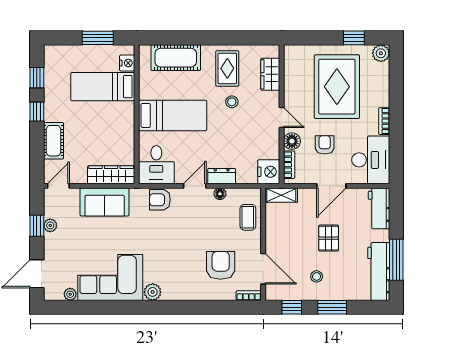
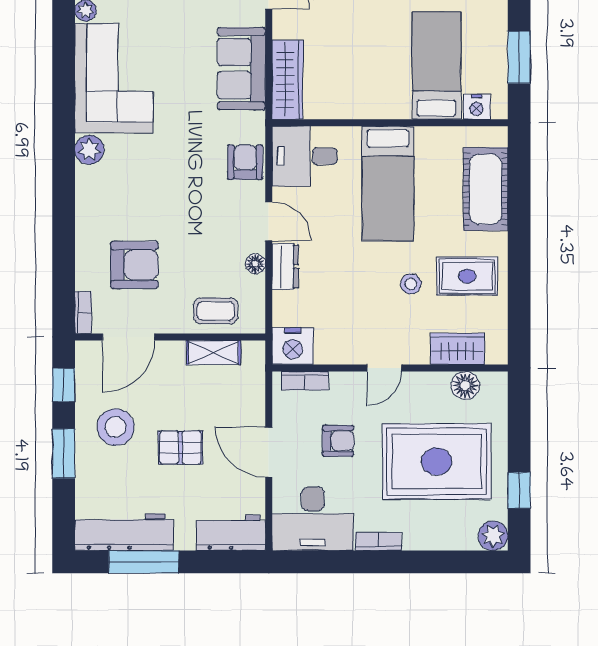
floor lamp: (292, 141) -> (465, 385), moved
shelving: (281, 195) -> (213, 353), moved, turned 90
stool: (317, 276) -> (116, 427), width x1.89, depth x1.89

